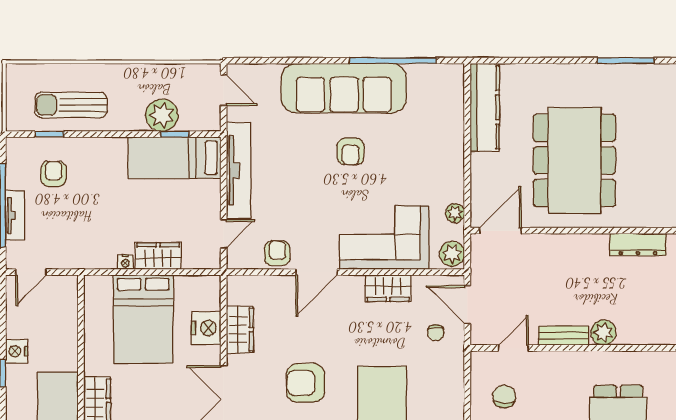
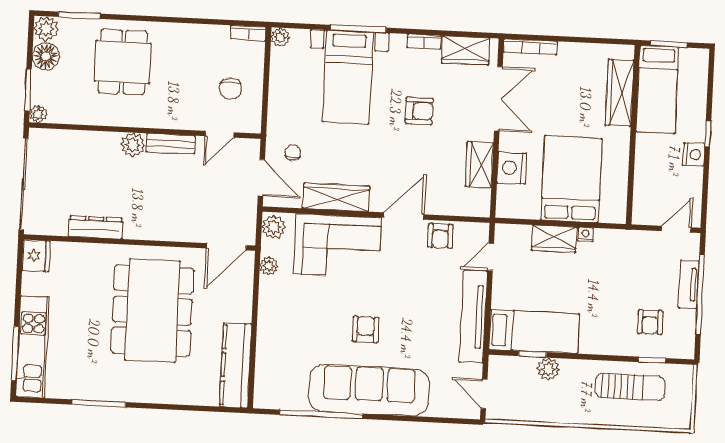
plant: (162, 115) -> (548, 369), width x0.73, depth x0.73
wardrobe: (388, 288) -> (336, 197), width x1.50
armchair: (306, 383) -> (419, 111), width x0.72, depth x0.72

